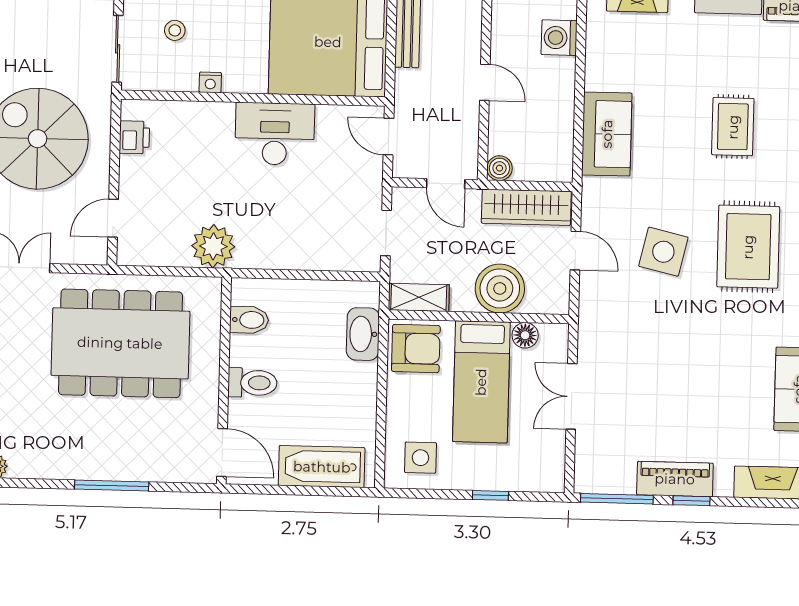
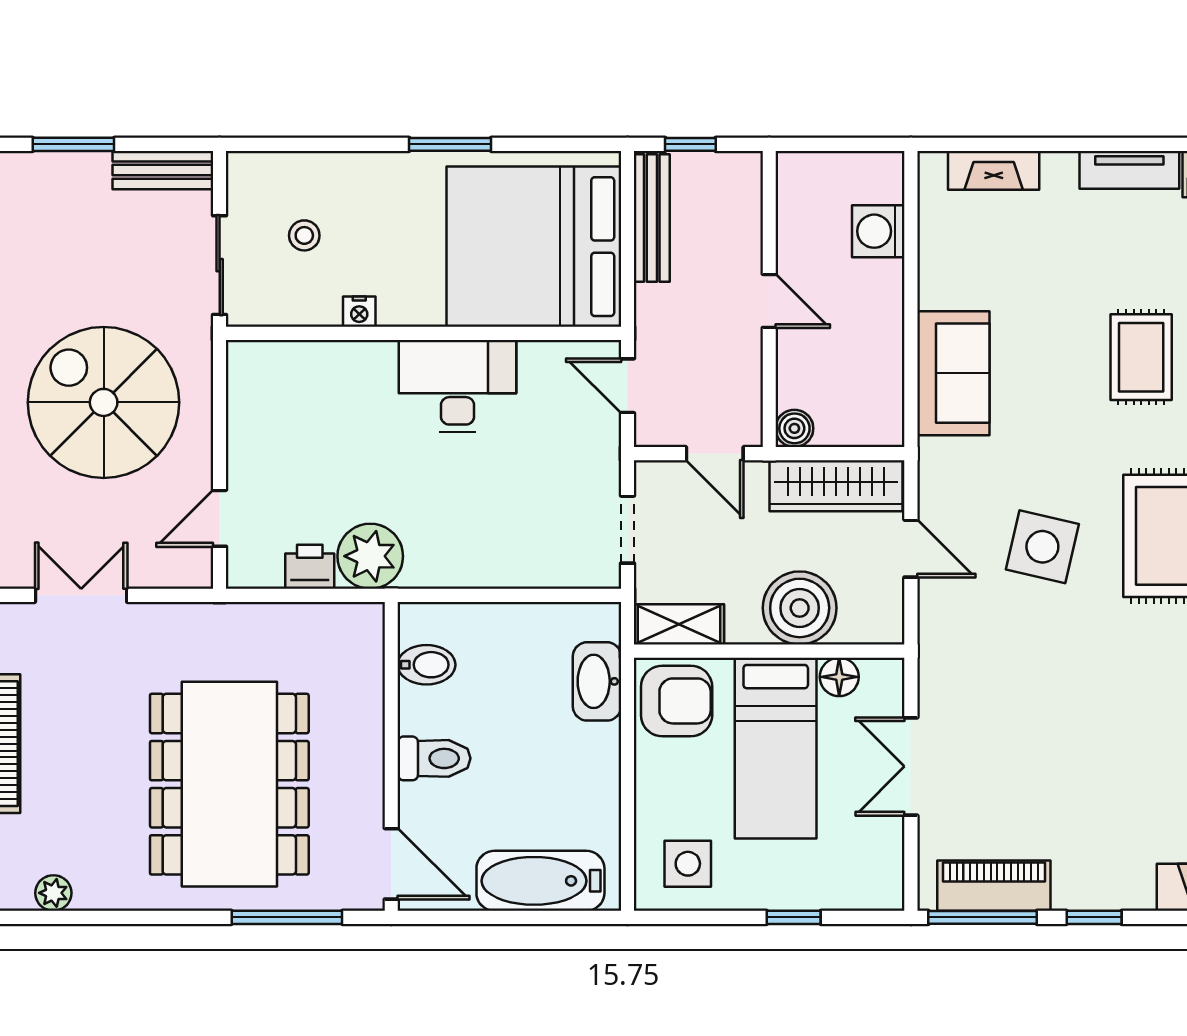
printer: (134, 137) -> (310, 567), moved, turned -90
dining table: (120, 343) -> (229, 784), moved, turned 90
piano: (675, 479) -> (994, 886), moved
window: (112, 486) -> (287, 917), moved

